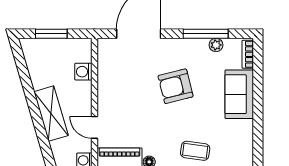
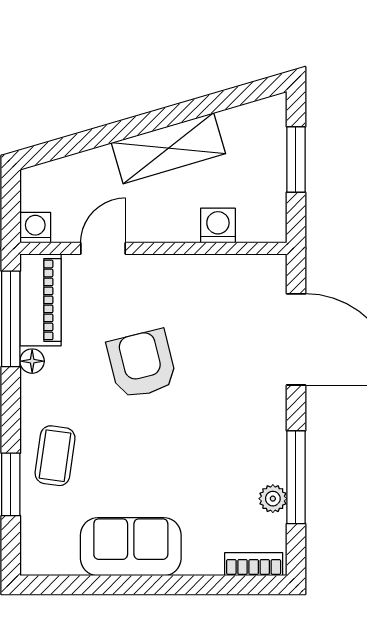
armchair: (176, 86) -> (142, 364), moved
sofa: (239, 94) -> (131, 547), moved
shelving: (51, 114) -> (168, 148), moved

